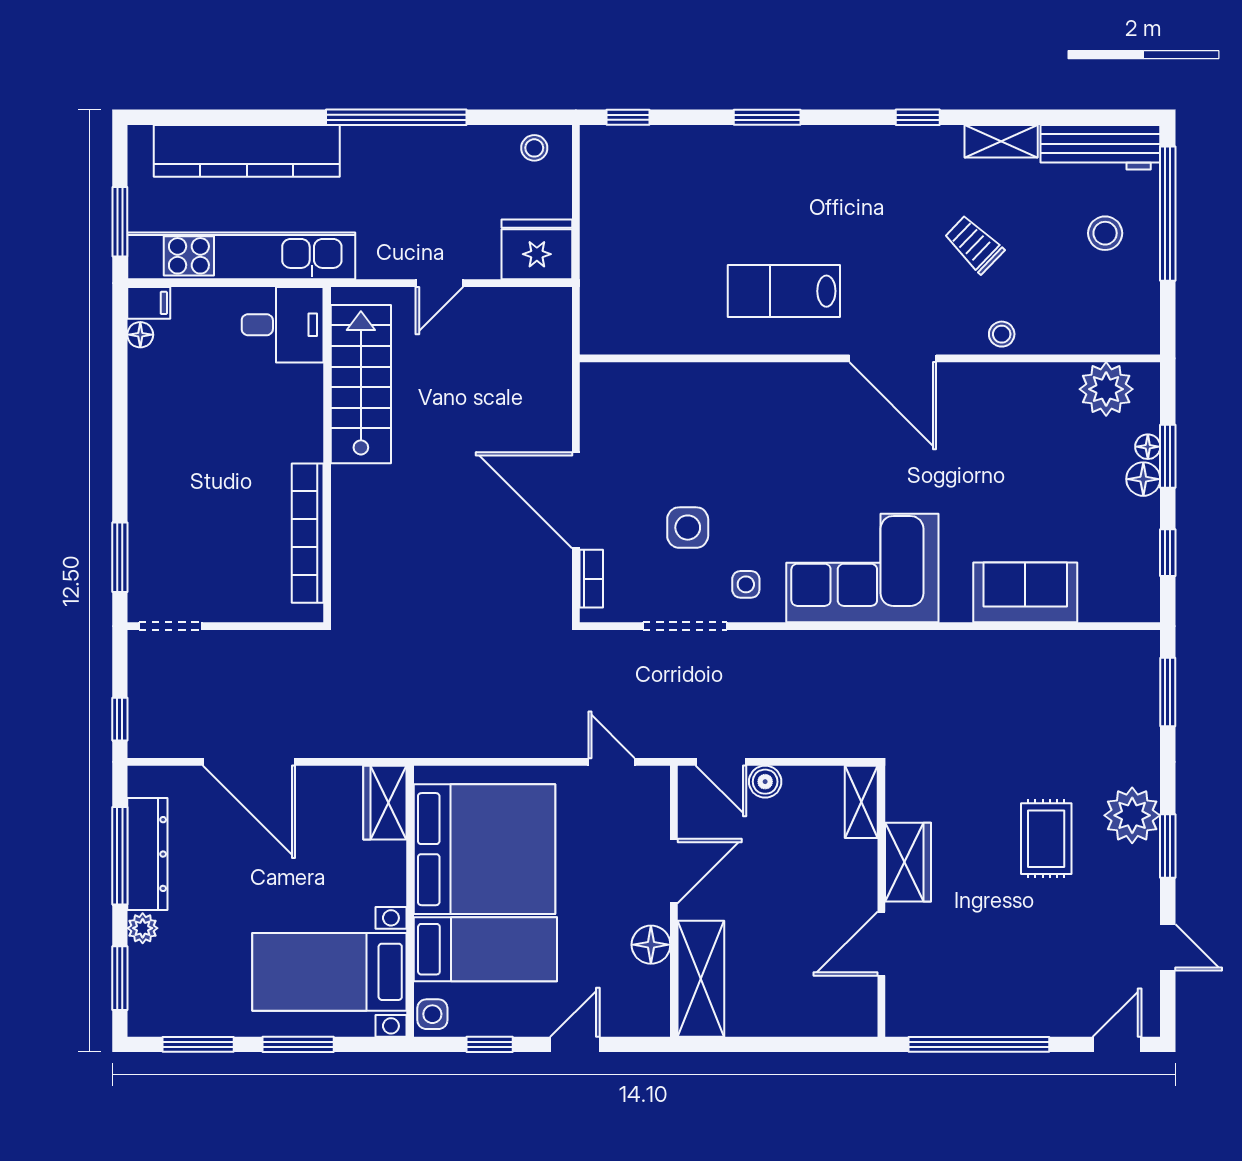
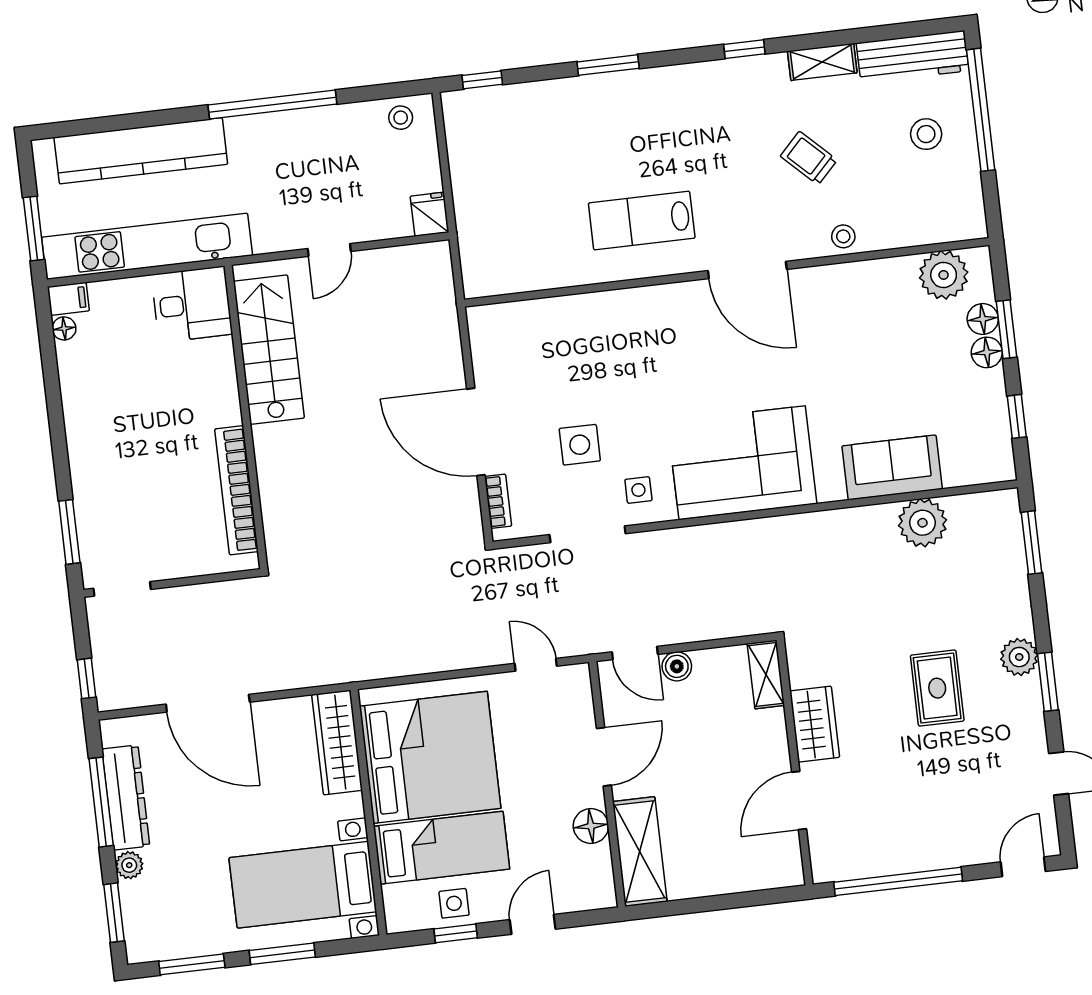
fridge: (537, 249) -> (430, 214), width x0.53, depth x0.75
floor lamp: (1148, 447) -> (983, 319), width x1.37, depth x1.37
plant: (1051, 656) -> (922, 523), added
wardrobe: (385, 803) -> (337, 742), width x1.50
plant: (1132, 815) -> (1019, 657), width x0.73, depth x0.73
side table: (432, 1014) -> (454, 903), moved

